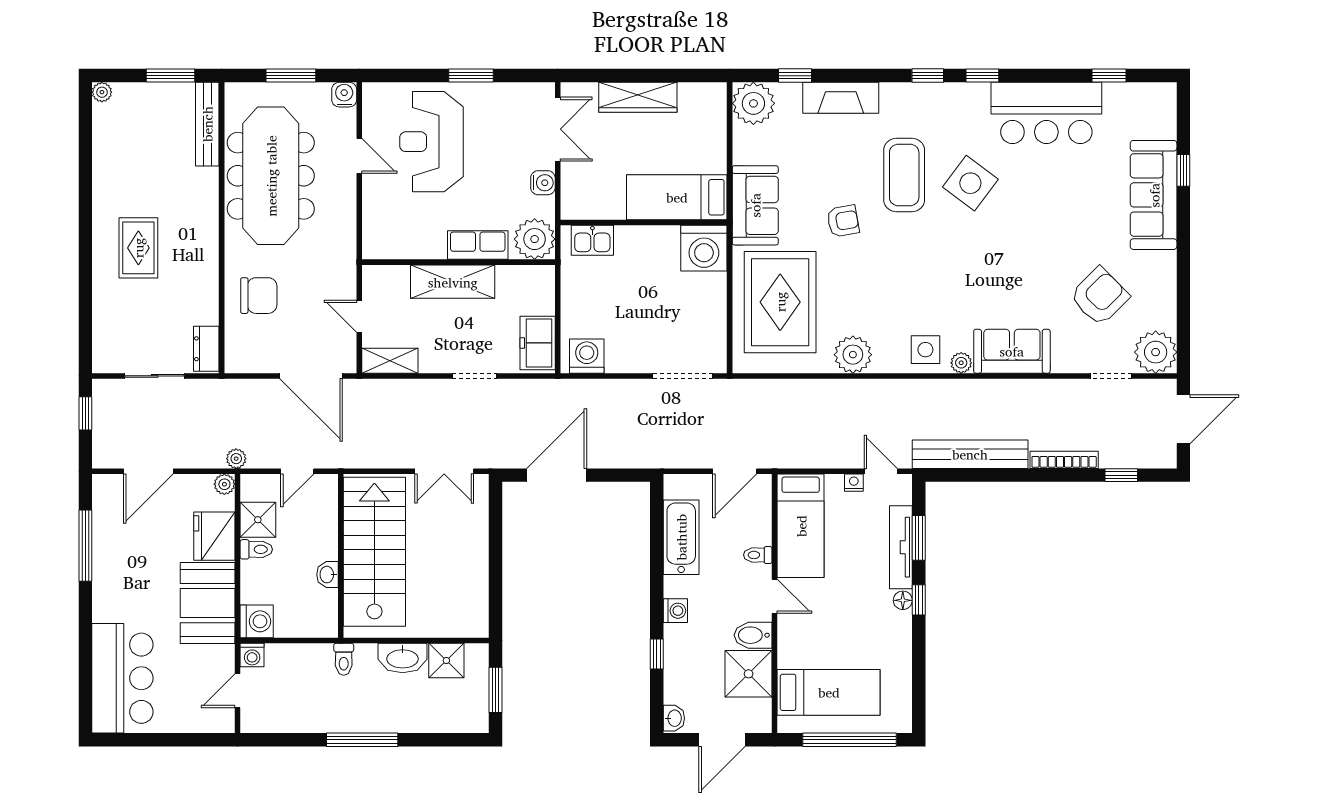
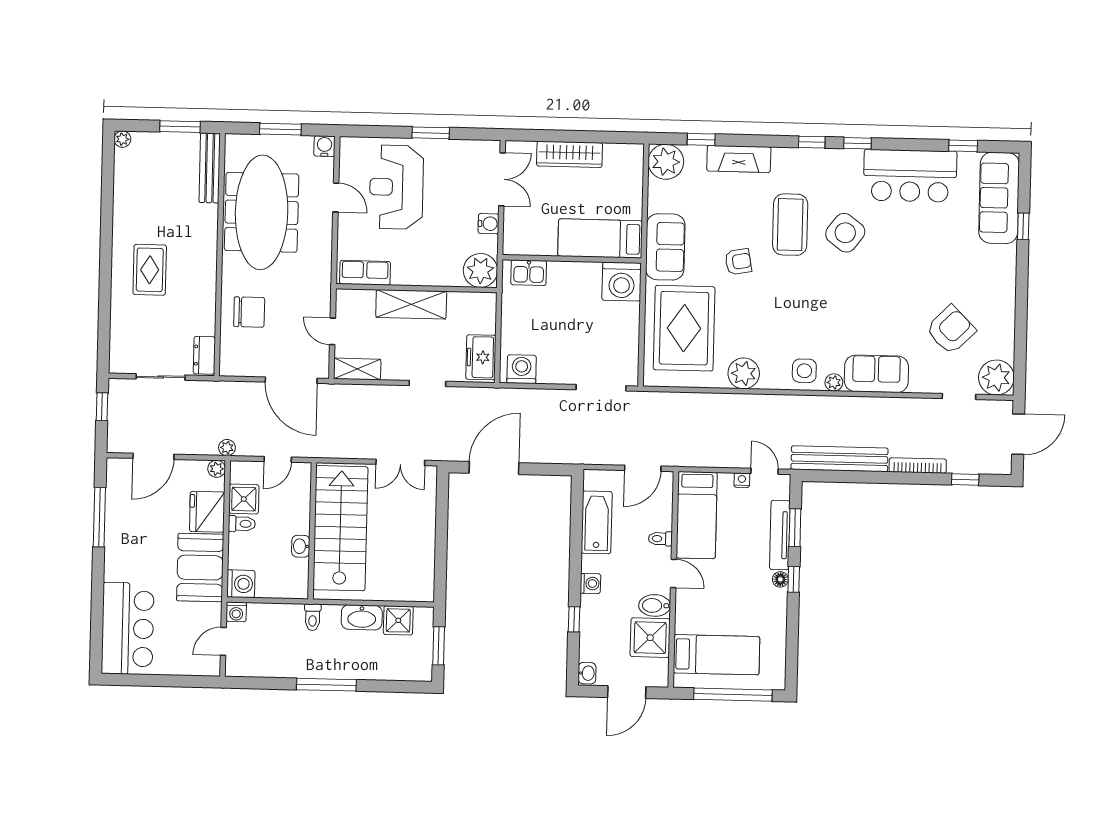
sofa: (1154, 195) -> (999, 198), moved
row of seats: (478, 245) -> (365, 273), moved

